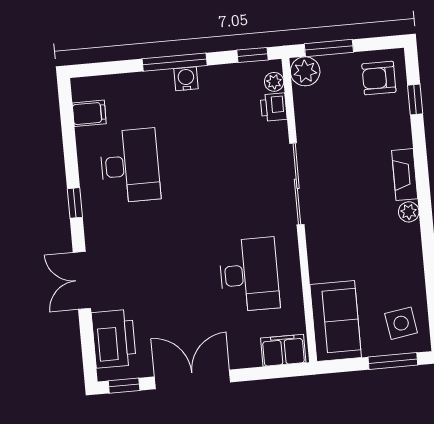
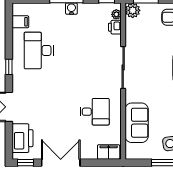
desk: (130, 166) -> (39, 50), turned 180
desk: (249, 275) -> (95, 112), width x0.73
sofa: (336, 321) -> (137, 123), moved

